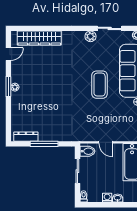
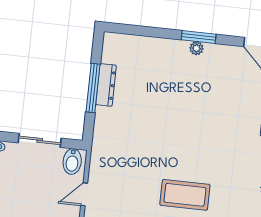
dresser: (26, 137) -> (106, 85), moved

